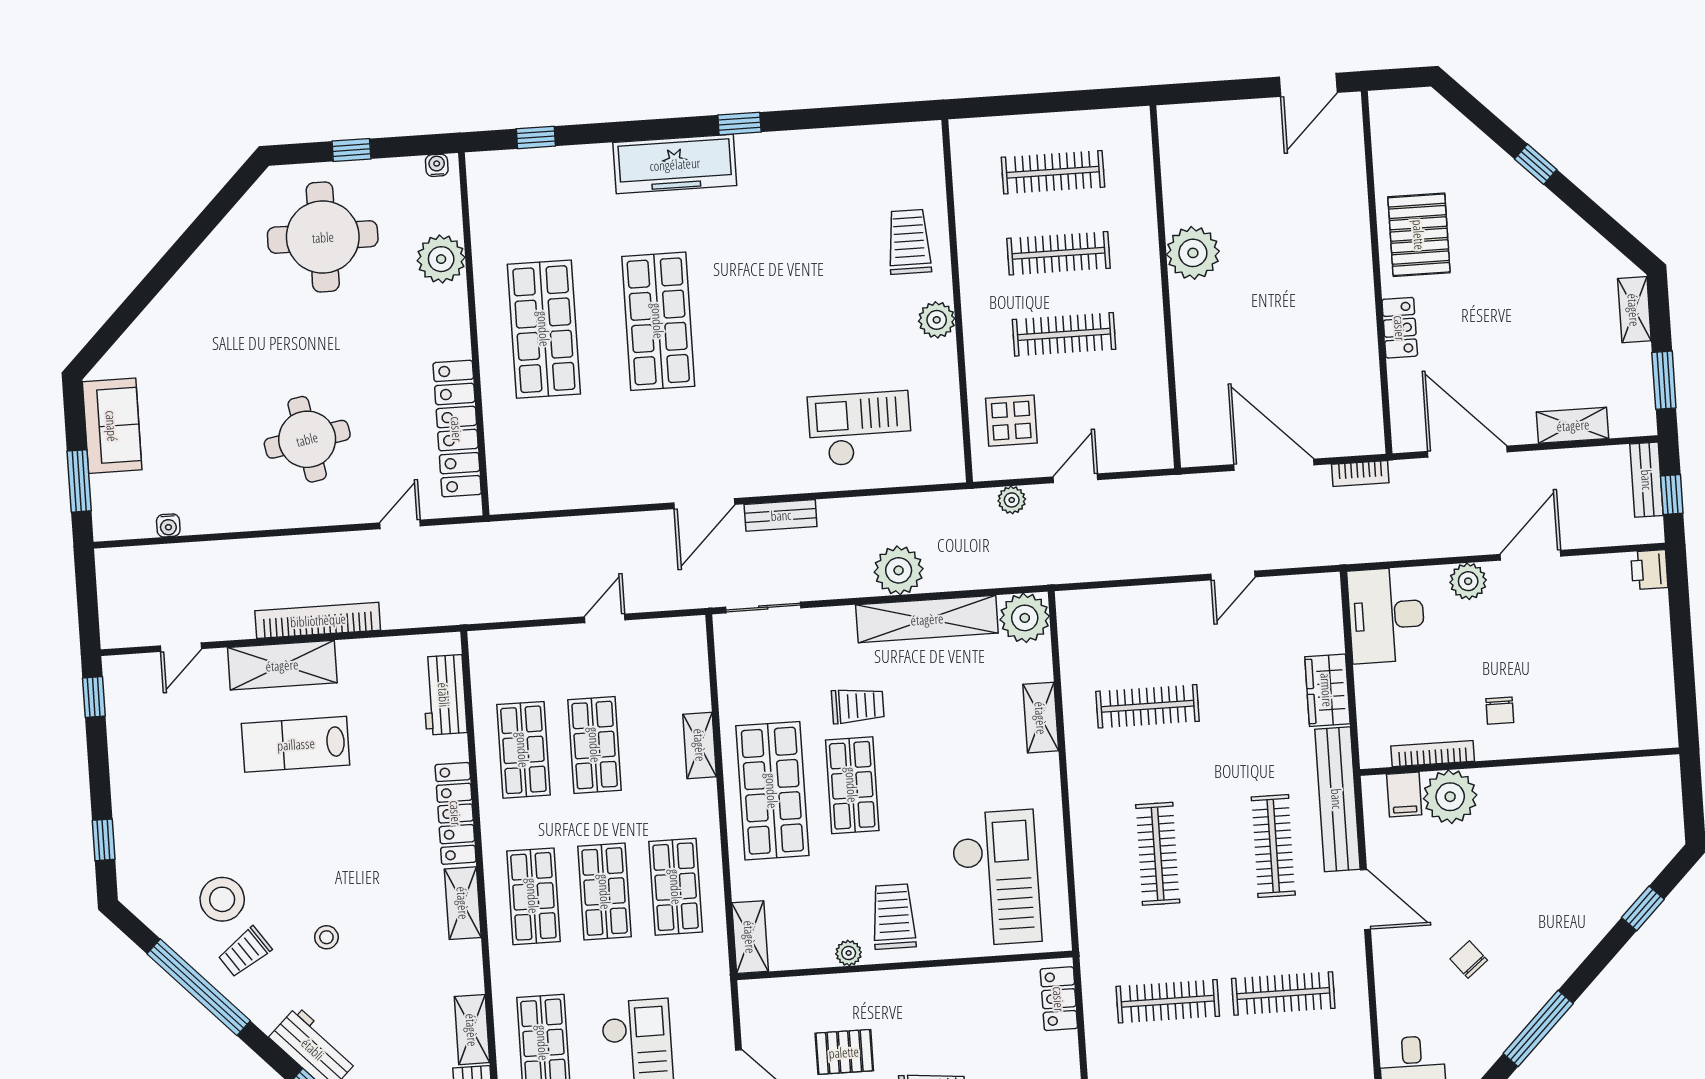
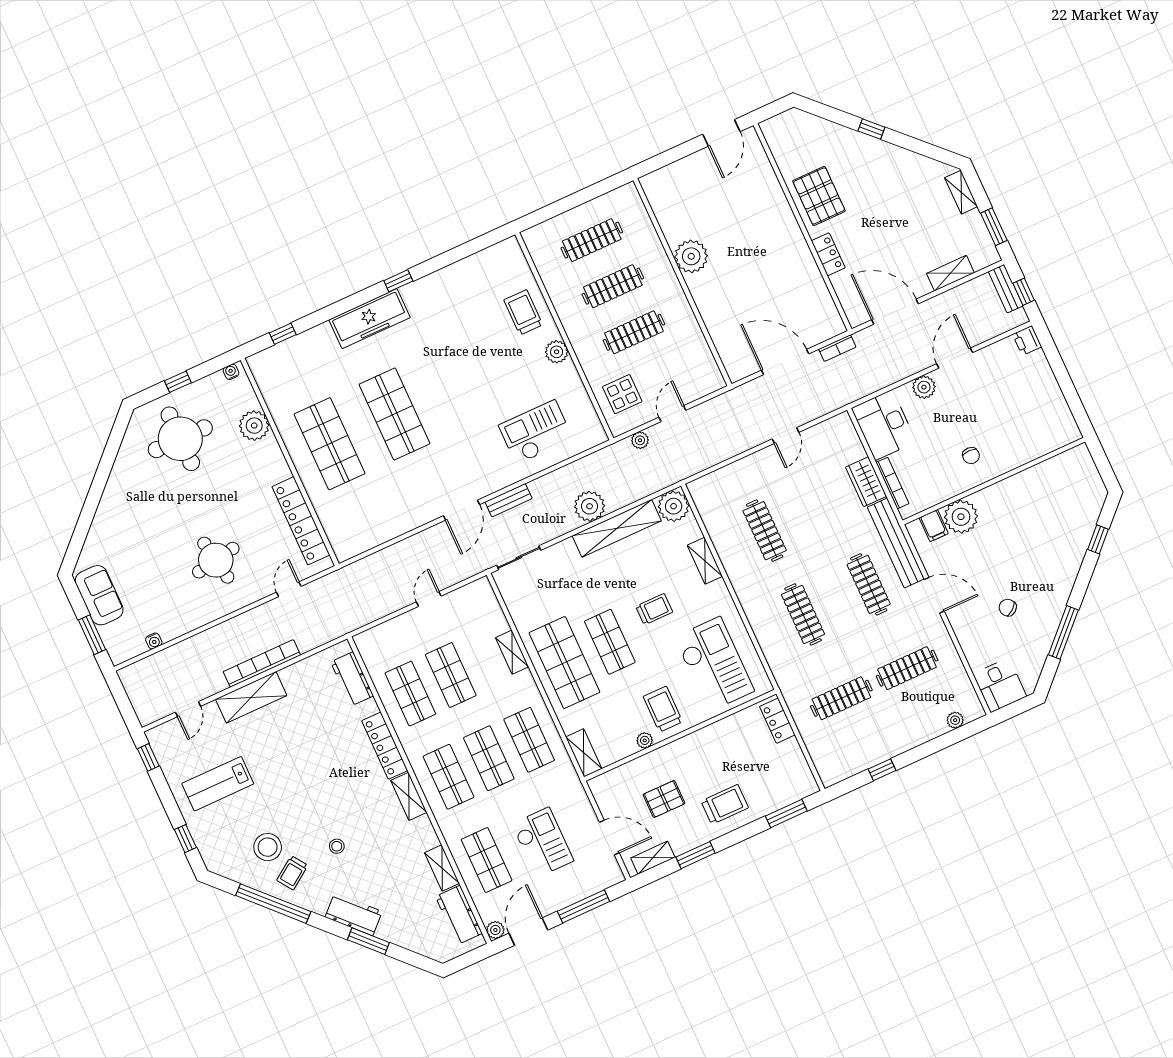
trolley: (858, 706) -> (654, 609), moved
clothes rail: (1148, 706) -> (765, 531), turned 90
lab bench: (296, 744) -> (218, 784), moved
bookcase: (1433, 754) -> (892, 483), moved, turned 90

